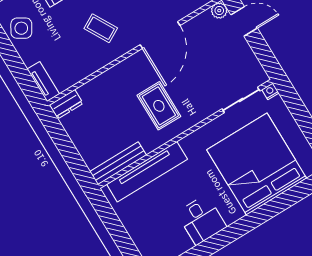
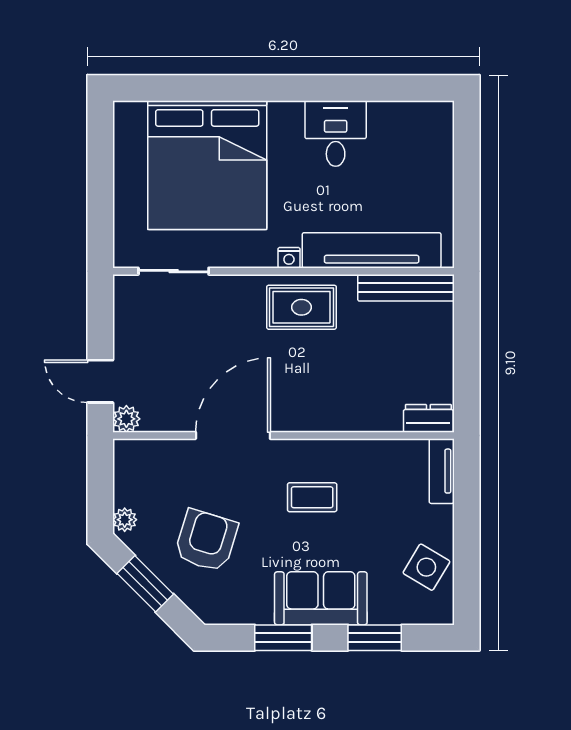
coffee table: (101, 28) -> (312, 497), turned -61
nightstand: (270, 91) -> (289, 258), moved
rug: (159, 106) -> (301, 307), moved, turned 90

